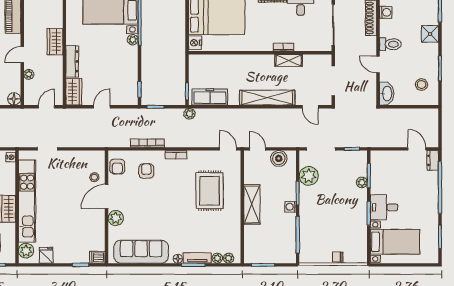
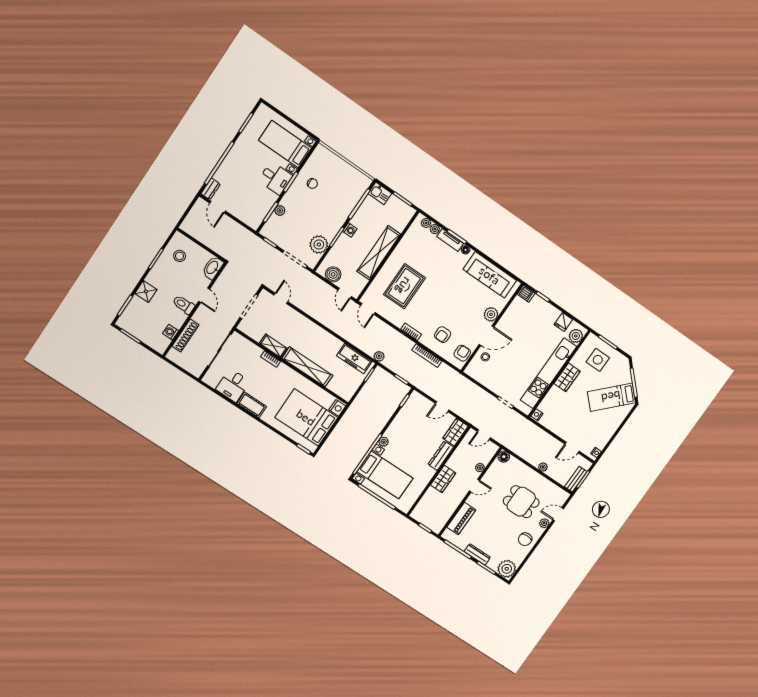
shelving: (267, 98) -> (307, 367), moved
shelving: (252, 204) -> (379, 253), width x1.47
kitchen sink: (286, 256) -> (380, 193), added
chair: (338, 257) -> (312, 184), moved

